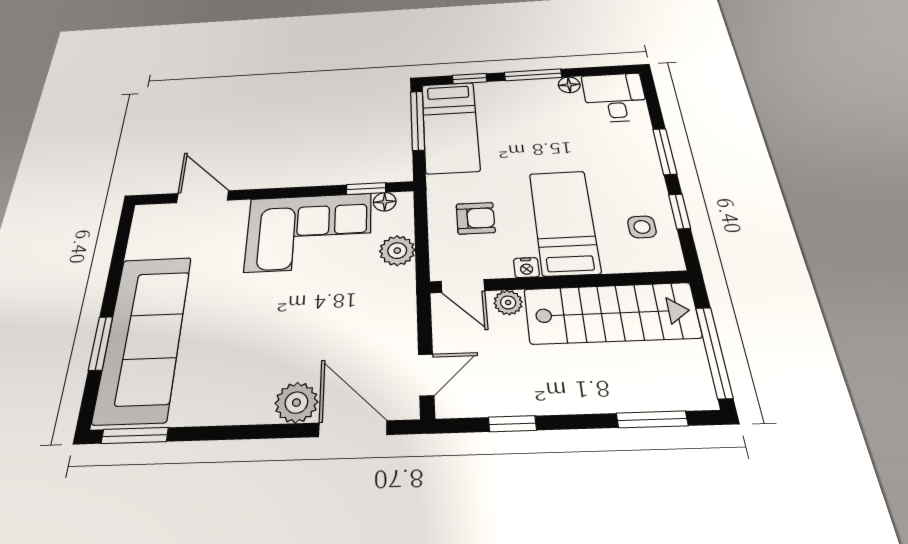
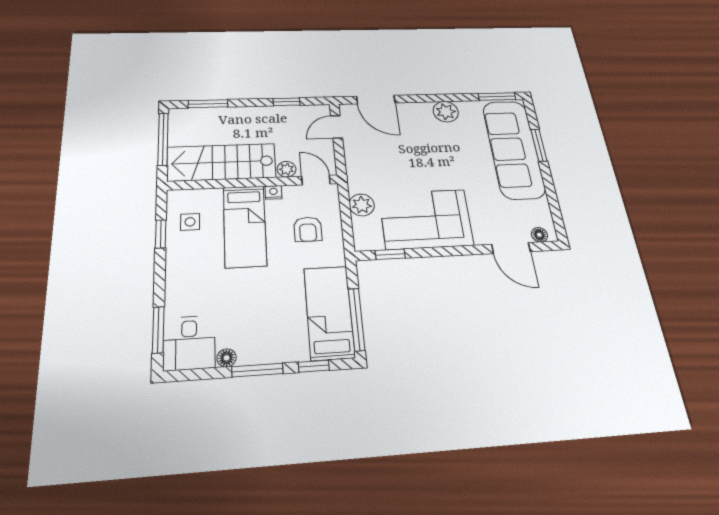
window: (665, 151) -> (158, 330), moved
floor lamp: (385, 202) -> (539, 235), moved
armchair: (476, 218) -> (308, 229), turned -90
plant: (296, 403) -> (446, 112), moved

